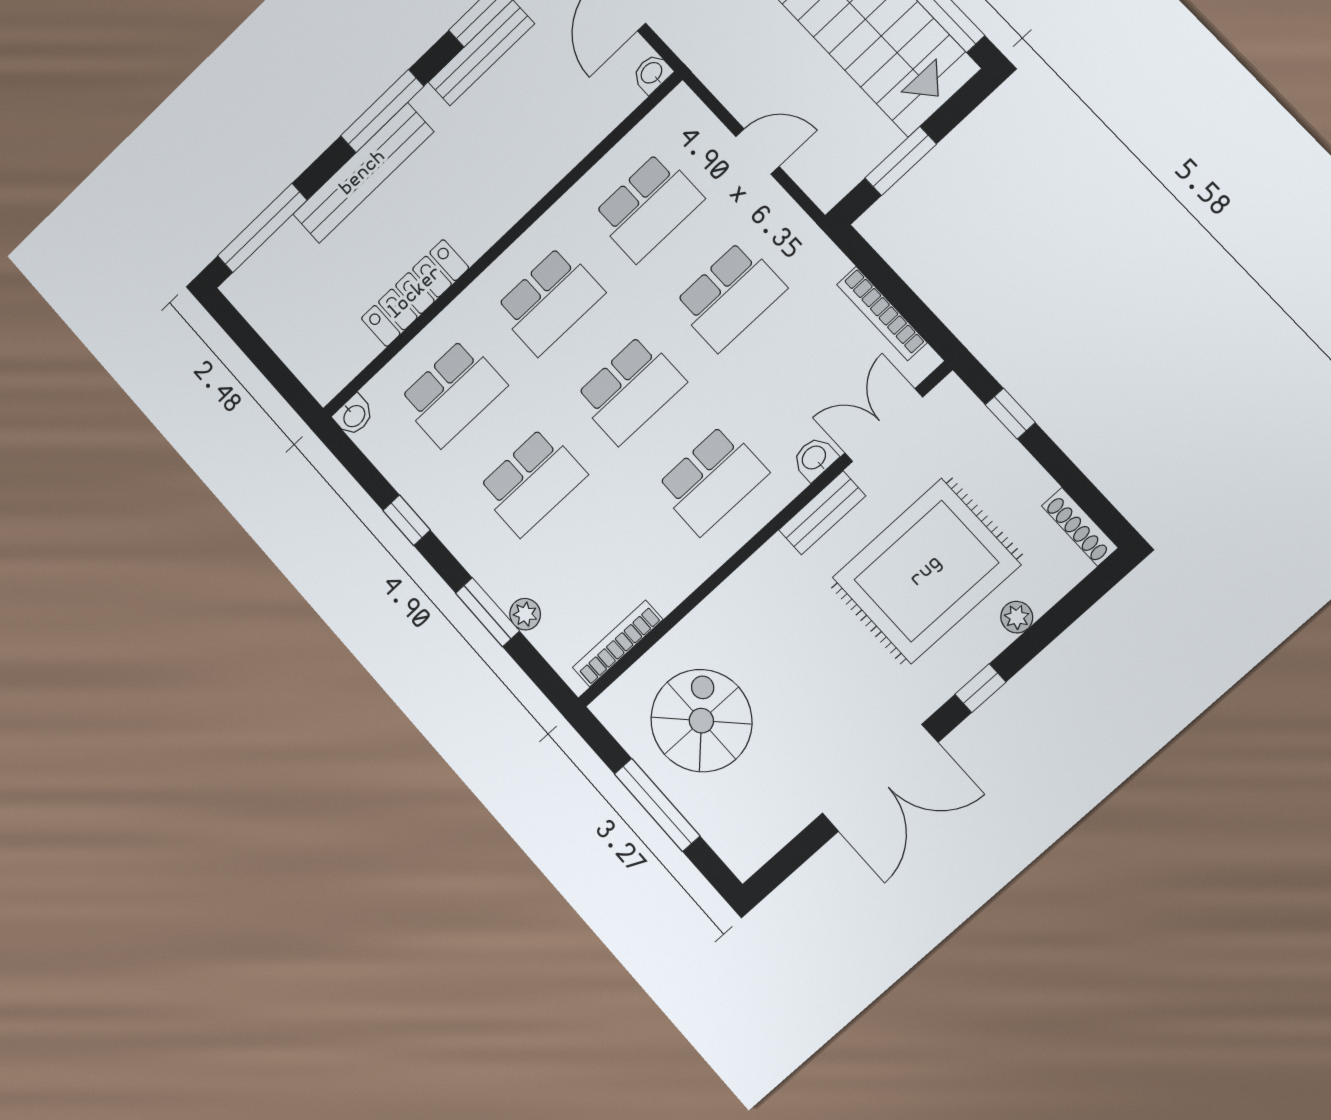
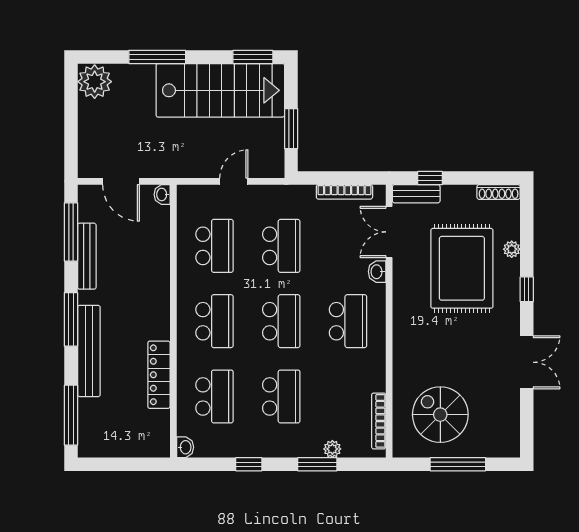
bench: (822, 513) -> (416, 194), moved, turned 90
double door: (880, 778) -> (527, 362), width x0.73

